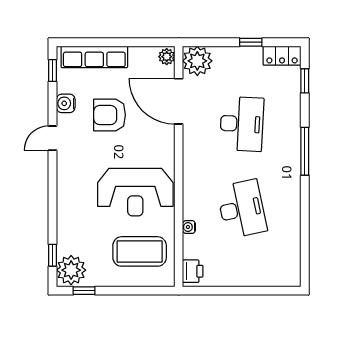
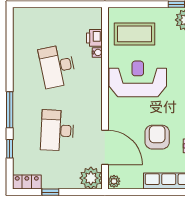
window: (305, 81) -> (10, 149), moved
armchair: (110, 115) -> (157, 137), turned -90
printer: (193, 271) -> (94, 38), moved

